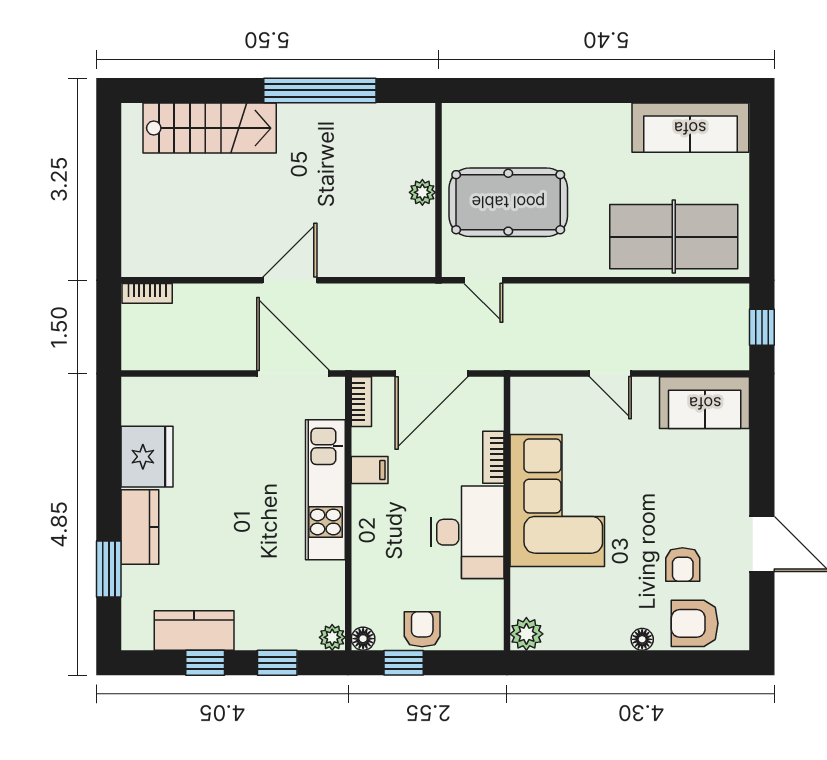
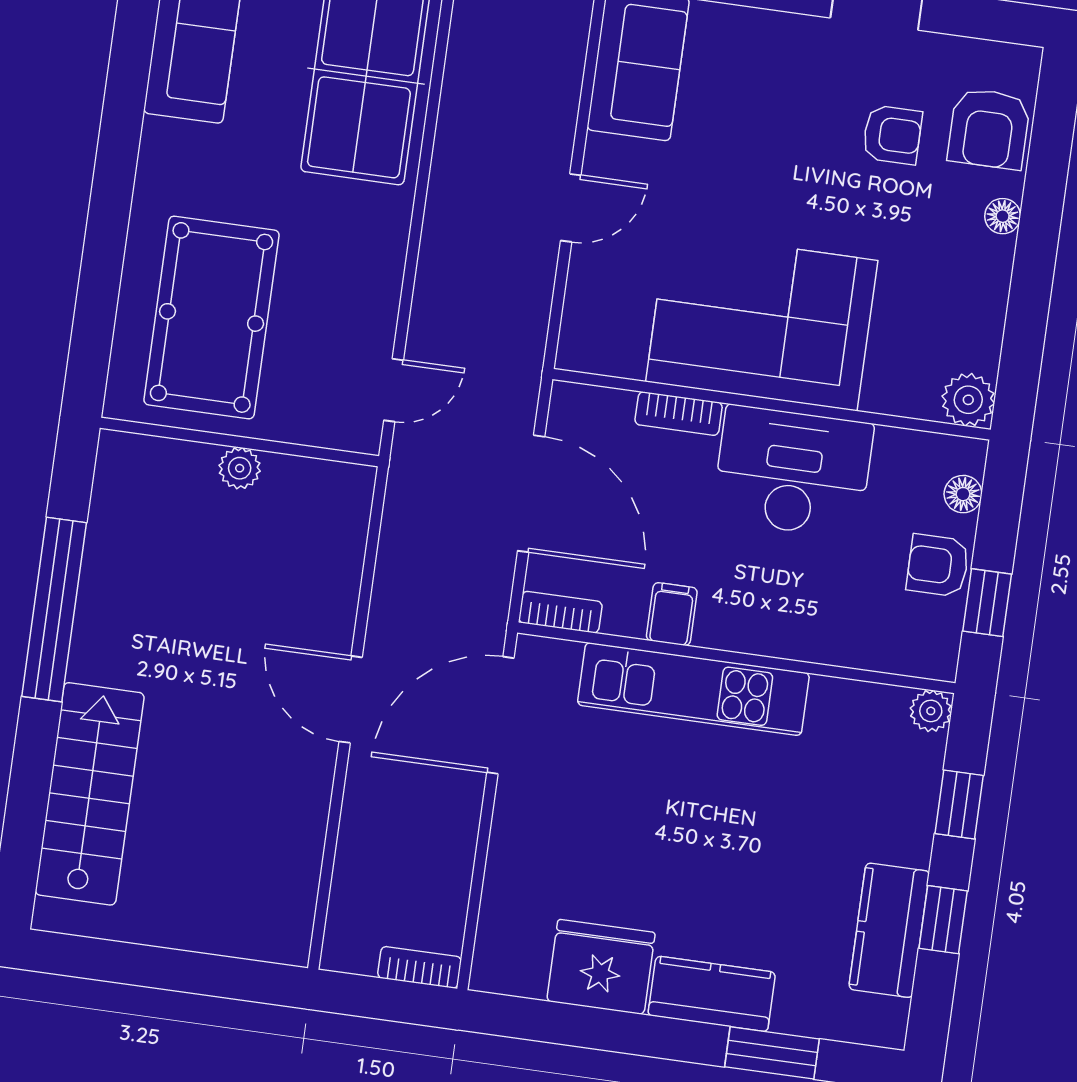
pool table: (508, 202) -> (212, 317), moved
bookcase: (147, 293) -> (420, 967), moved, turned -90
floor lamp: (363, 639) -> (963, 494), moved

